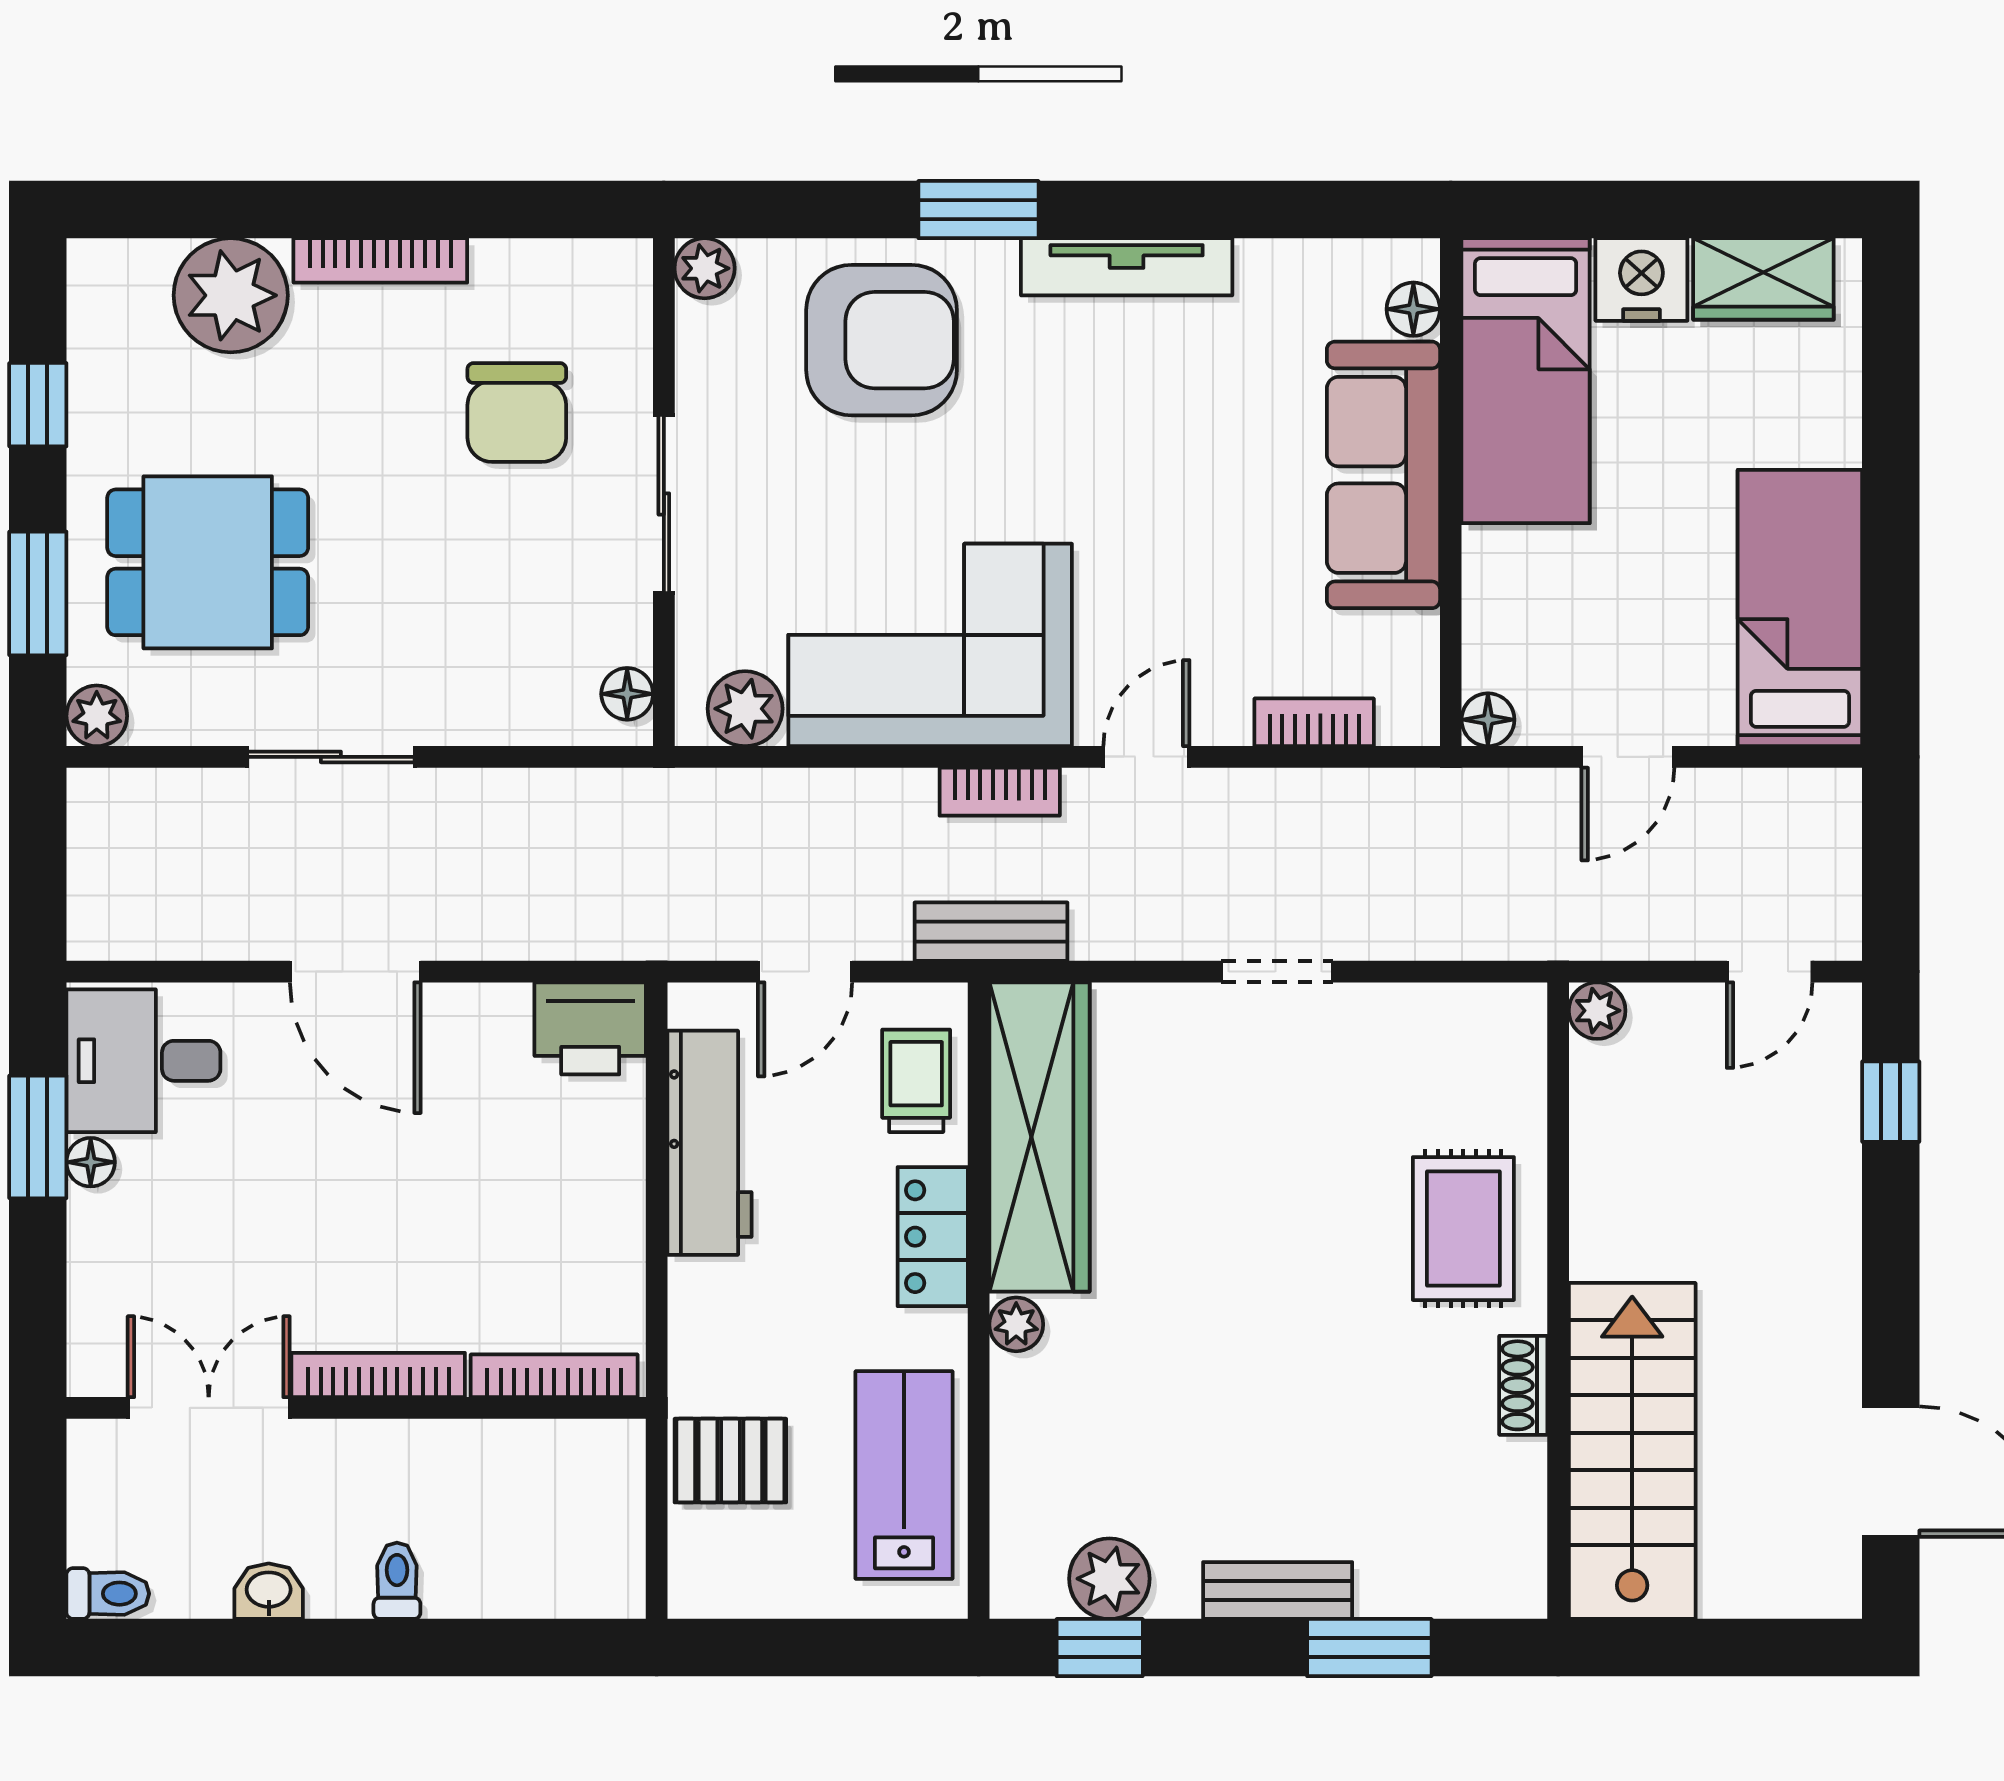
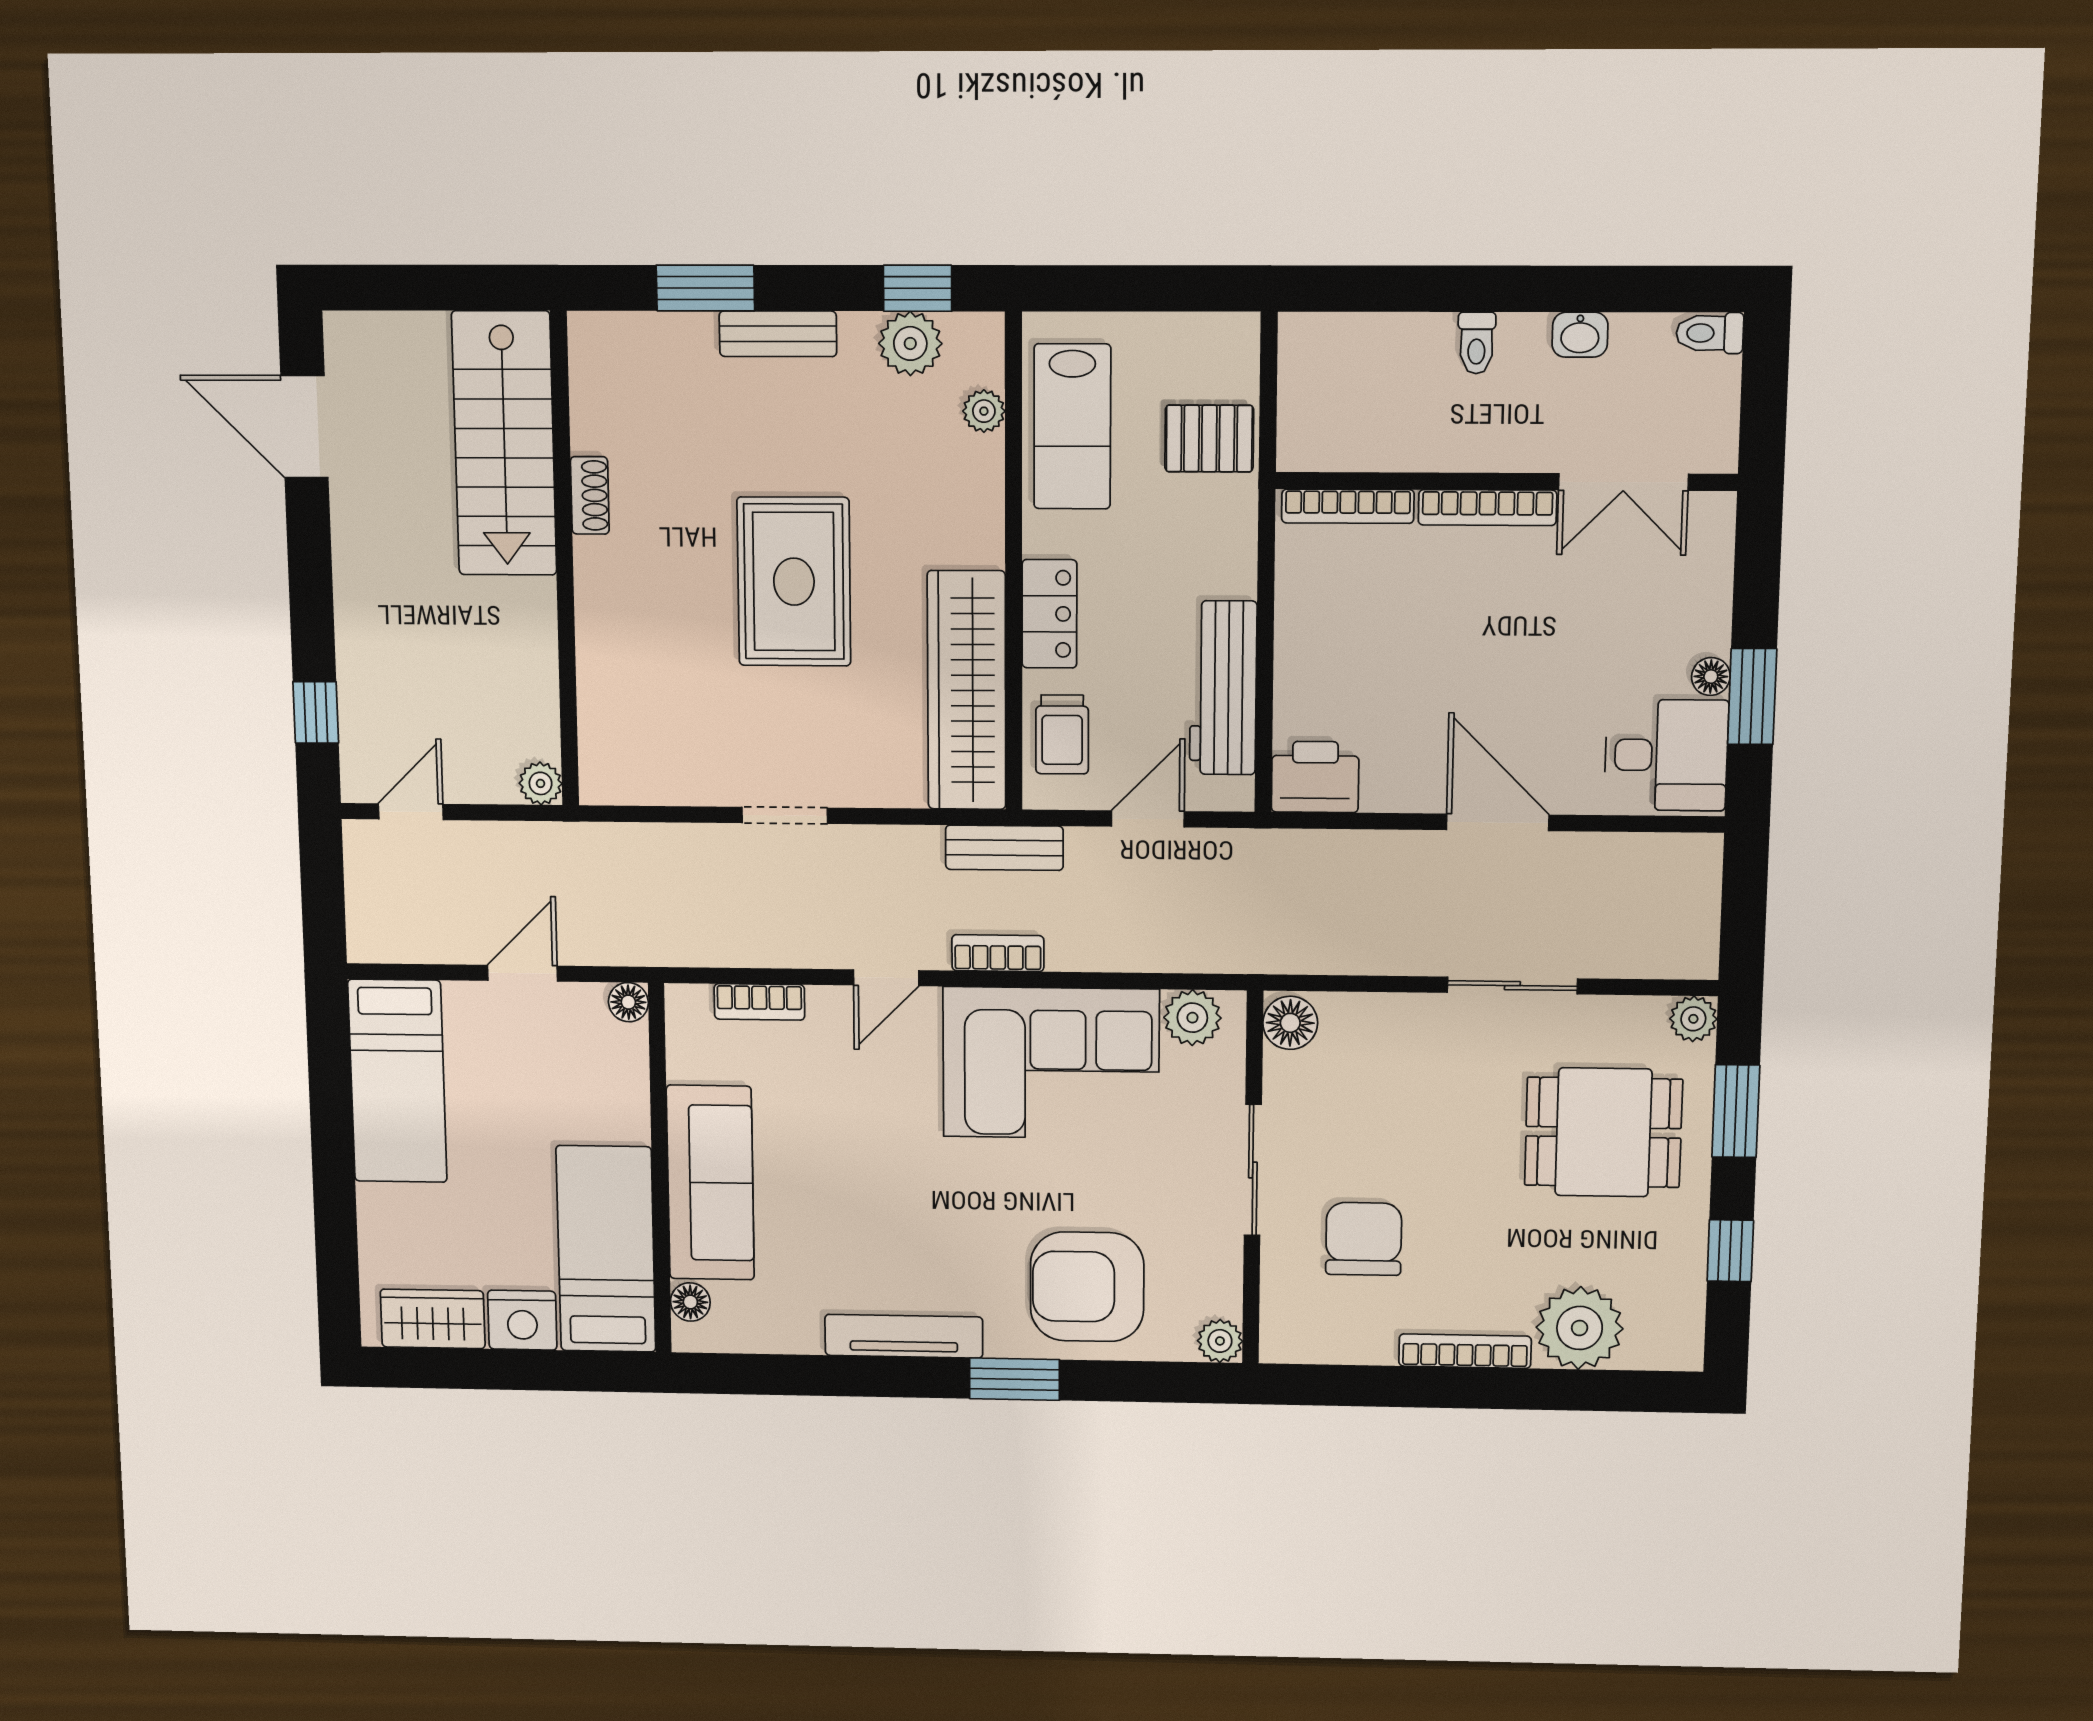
floor lamp: (627, 694) -> (1290, 1023), width x1.37, depth x1.37
rug: (1463, 1229) -> (794, 582), moved, width x1.36, depth x1.43
plant: (1016, 1324) -> (984, 411), moved

